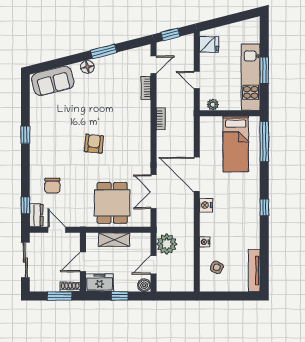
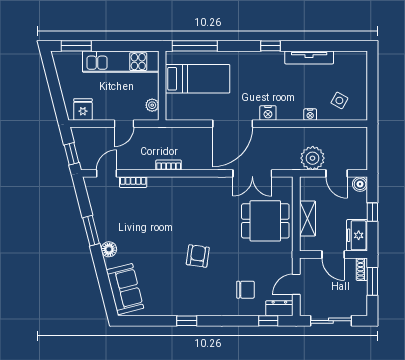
door: (153, 65) -> (107, 173), hinge flipped
window: (264, 70) -> (76, 46), moved
armchair: (94, 144) -> (198, 256), moved, turned 92
tv unit: (254, 271) -> (309, 57), moved

